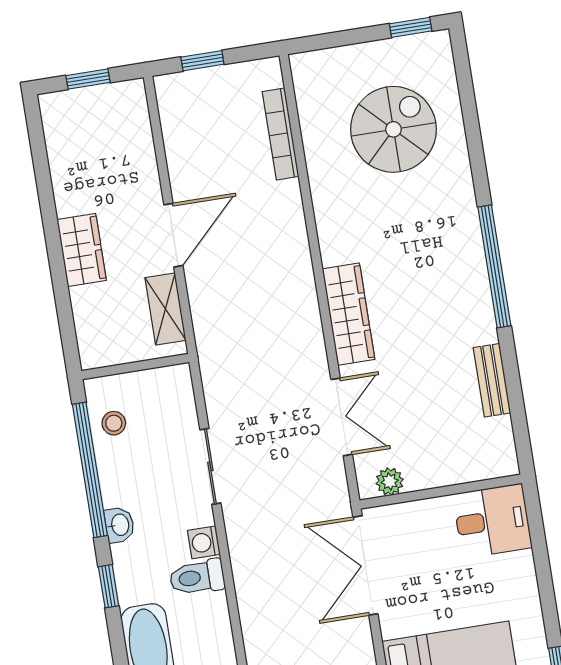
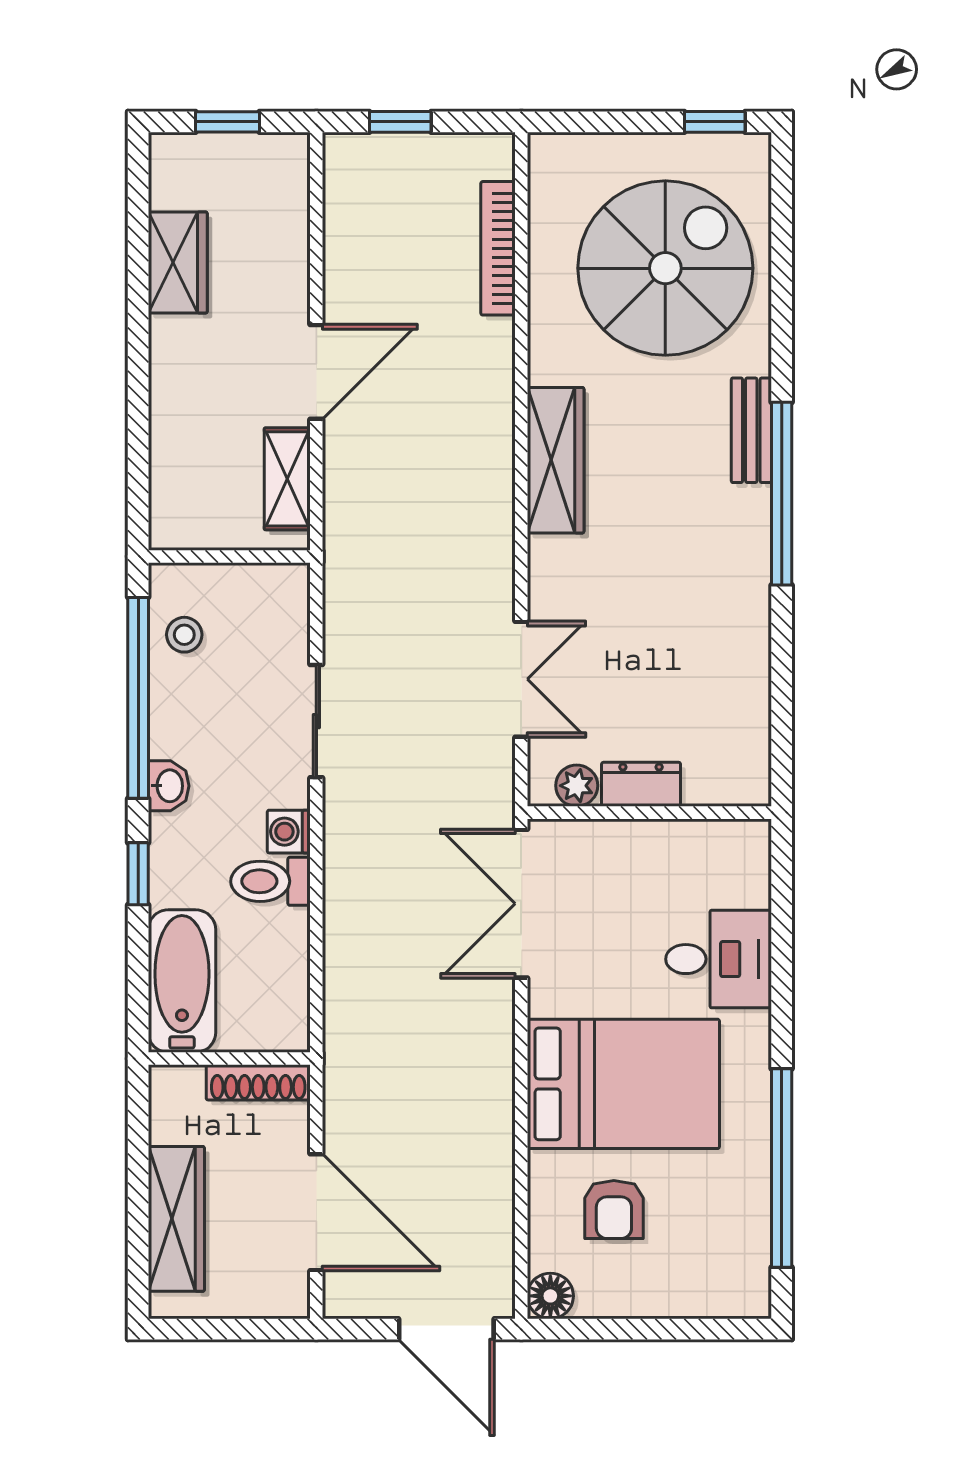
spiral stairs: (393, 129) -> (665, 268), width x1.37, depth x1.37
wardrobe: (82, 250) -> (178, 262), moved
wardrobe: (349, 314) -> (556, 460), moved
bench: (492, 380) -> (751, 430), moved
dresser: (432, 474) -> (641, 784), added
desk: (492, 521) -> (719, 959), moved

